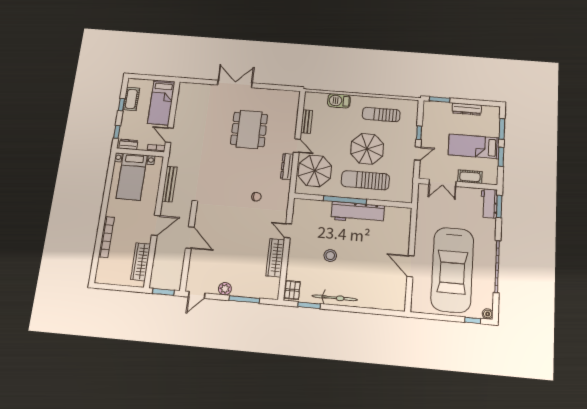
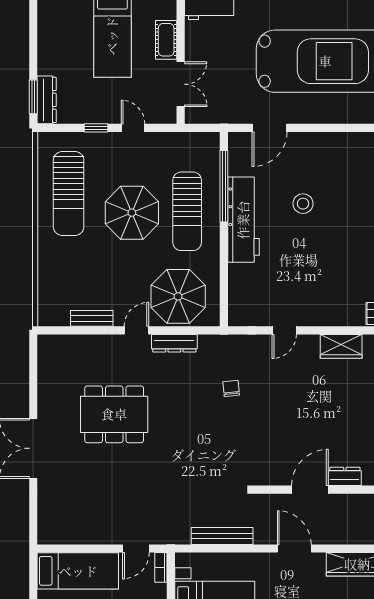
barbecue: (339, 101) -> (50, 267), removed
dresser: (467, 109) -> (47, 100), moved
sun lounger: (381, 115) -> (69, 194), width x1.36, depth x1.34
window: (345, 200) -> (224, 186), moved
stool: (330, 256) -> (303, 204), moved
wardrobe: (275, 258) -> (341, 346), width x0.67
dresser: (195, 259) -> (345, 476), added
door: (411, 266) -> (270, 128), moved

